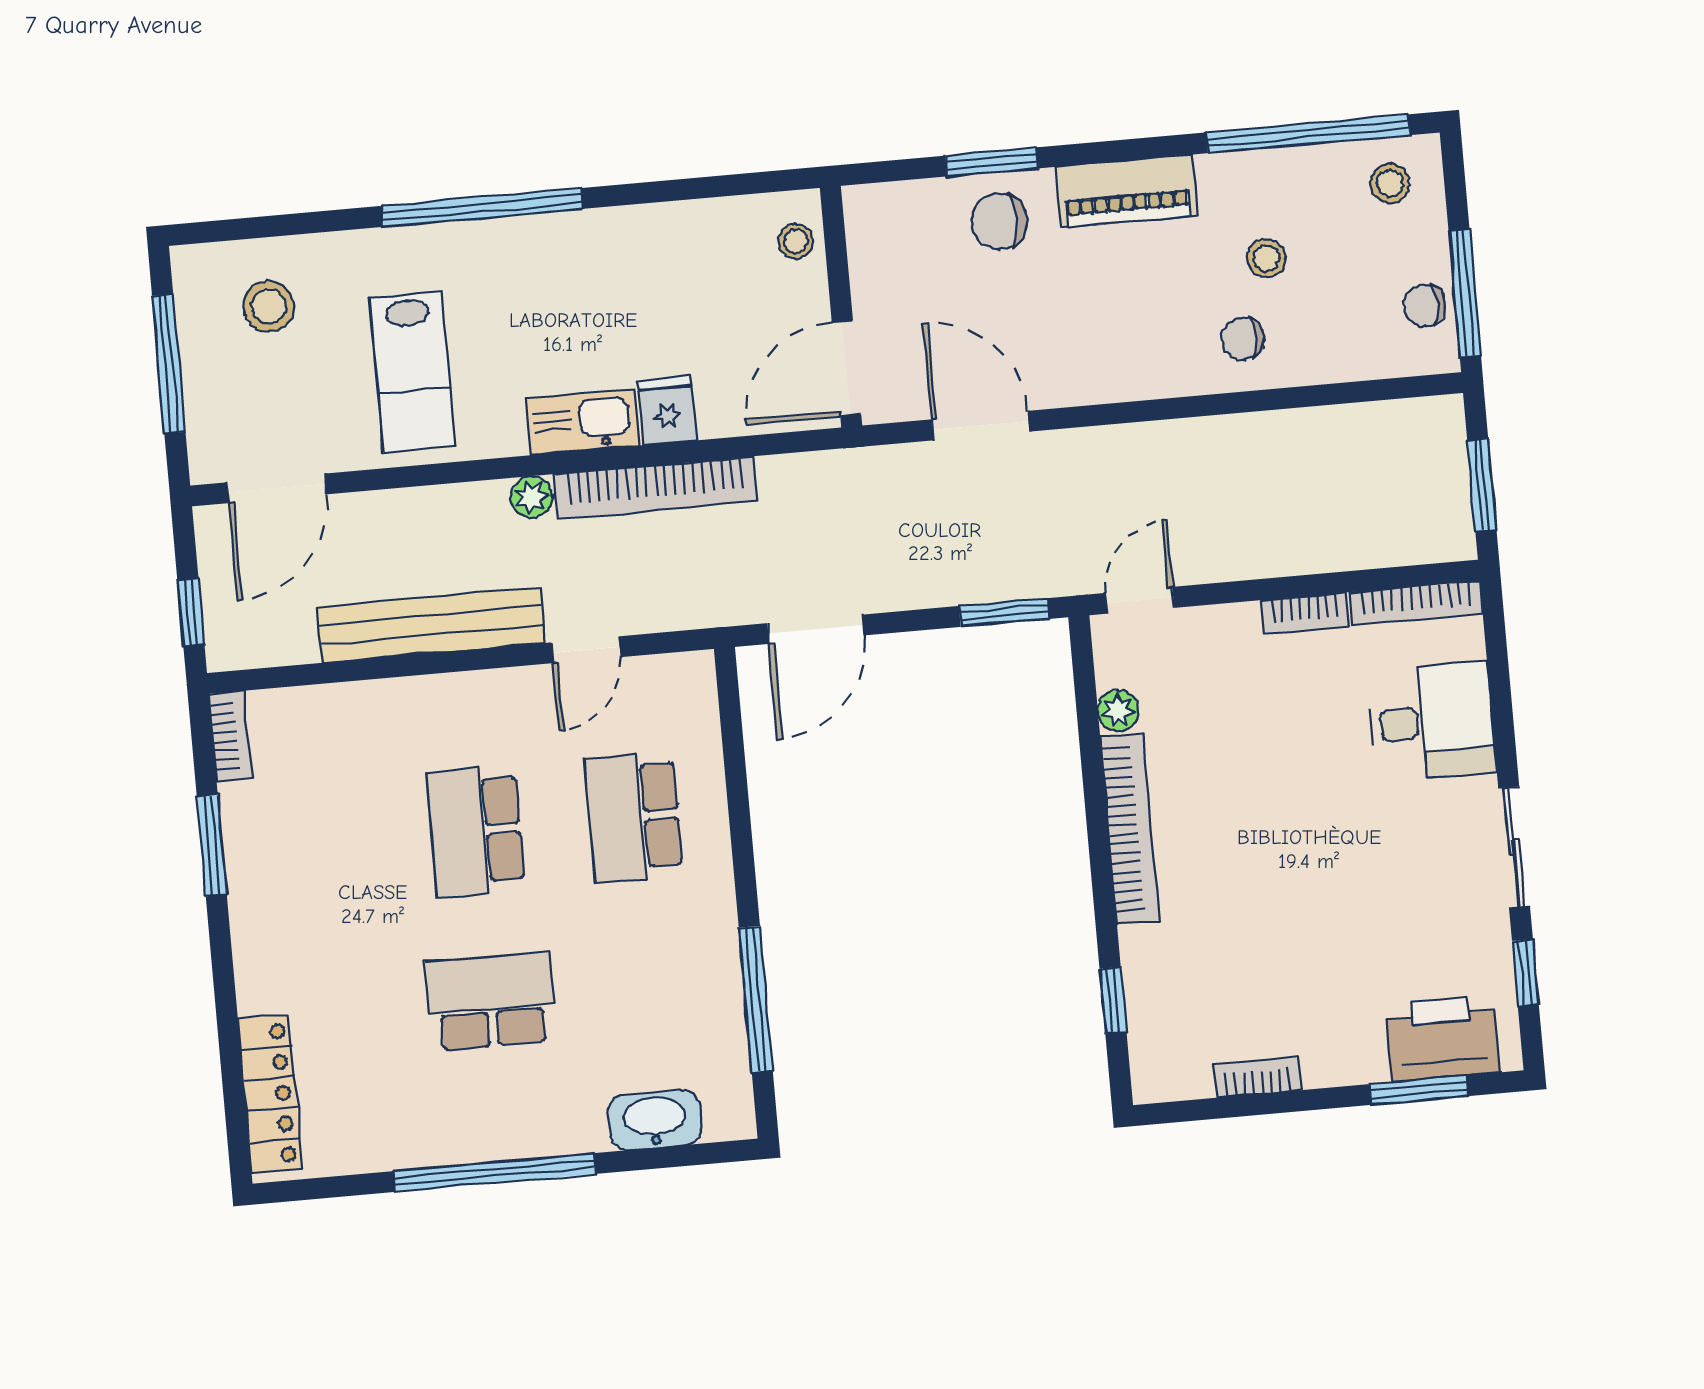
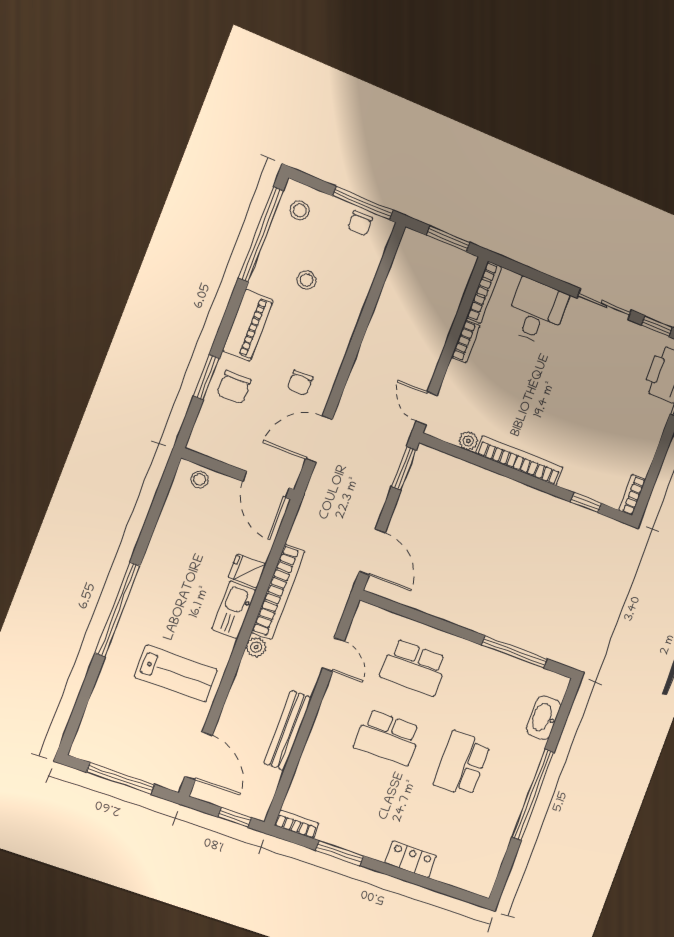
stool: (269, 306) -> (116, 723), removed
chair: (1243, 339) -> (300, 383), moved
bench: (431, 625) -> (288, 730), width x0.73, depth x0.82
bookcase: (1257, 1077) -> (632, 495), moved
locker: (270, 1094) -> (411, 859), moved, width x0.66

